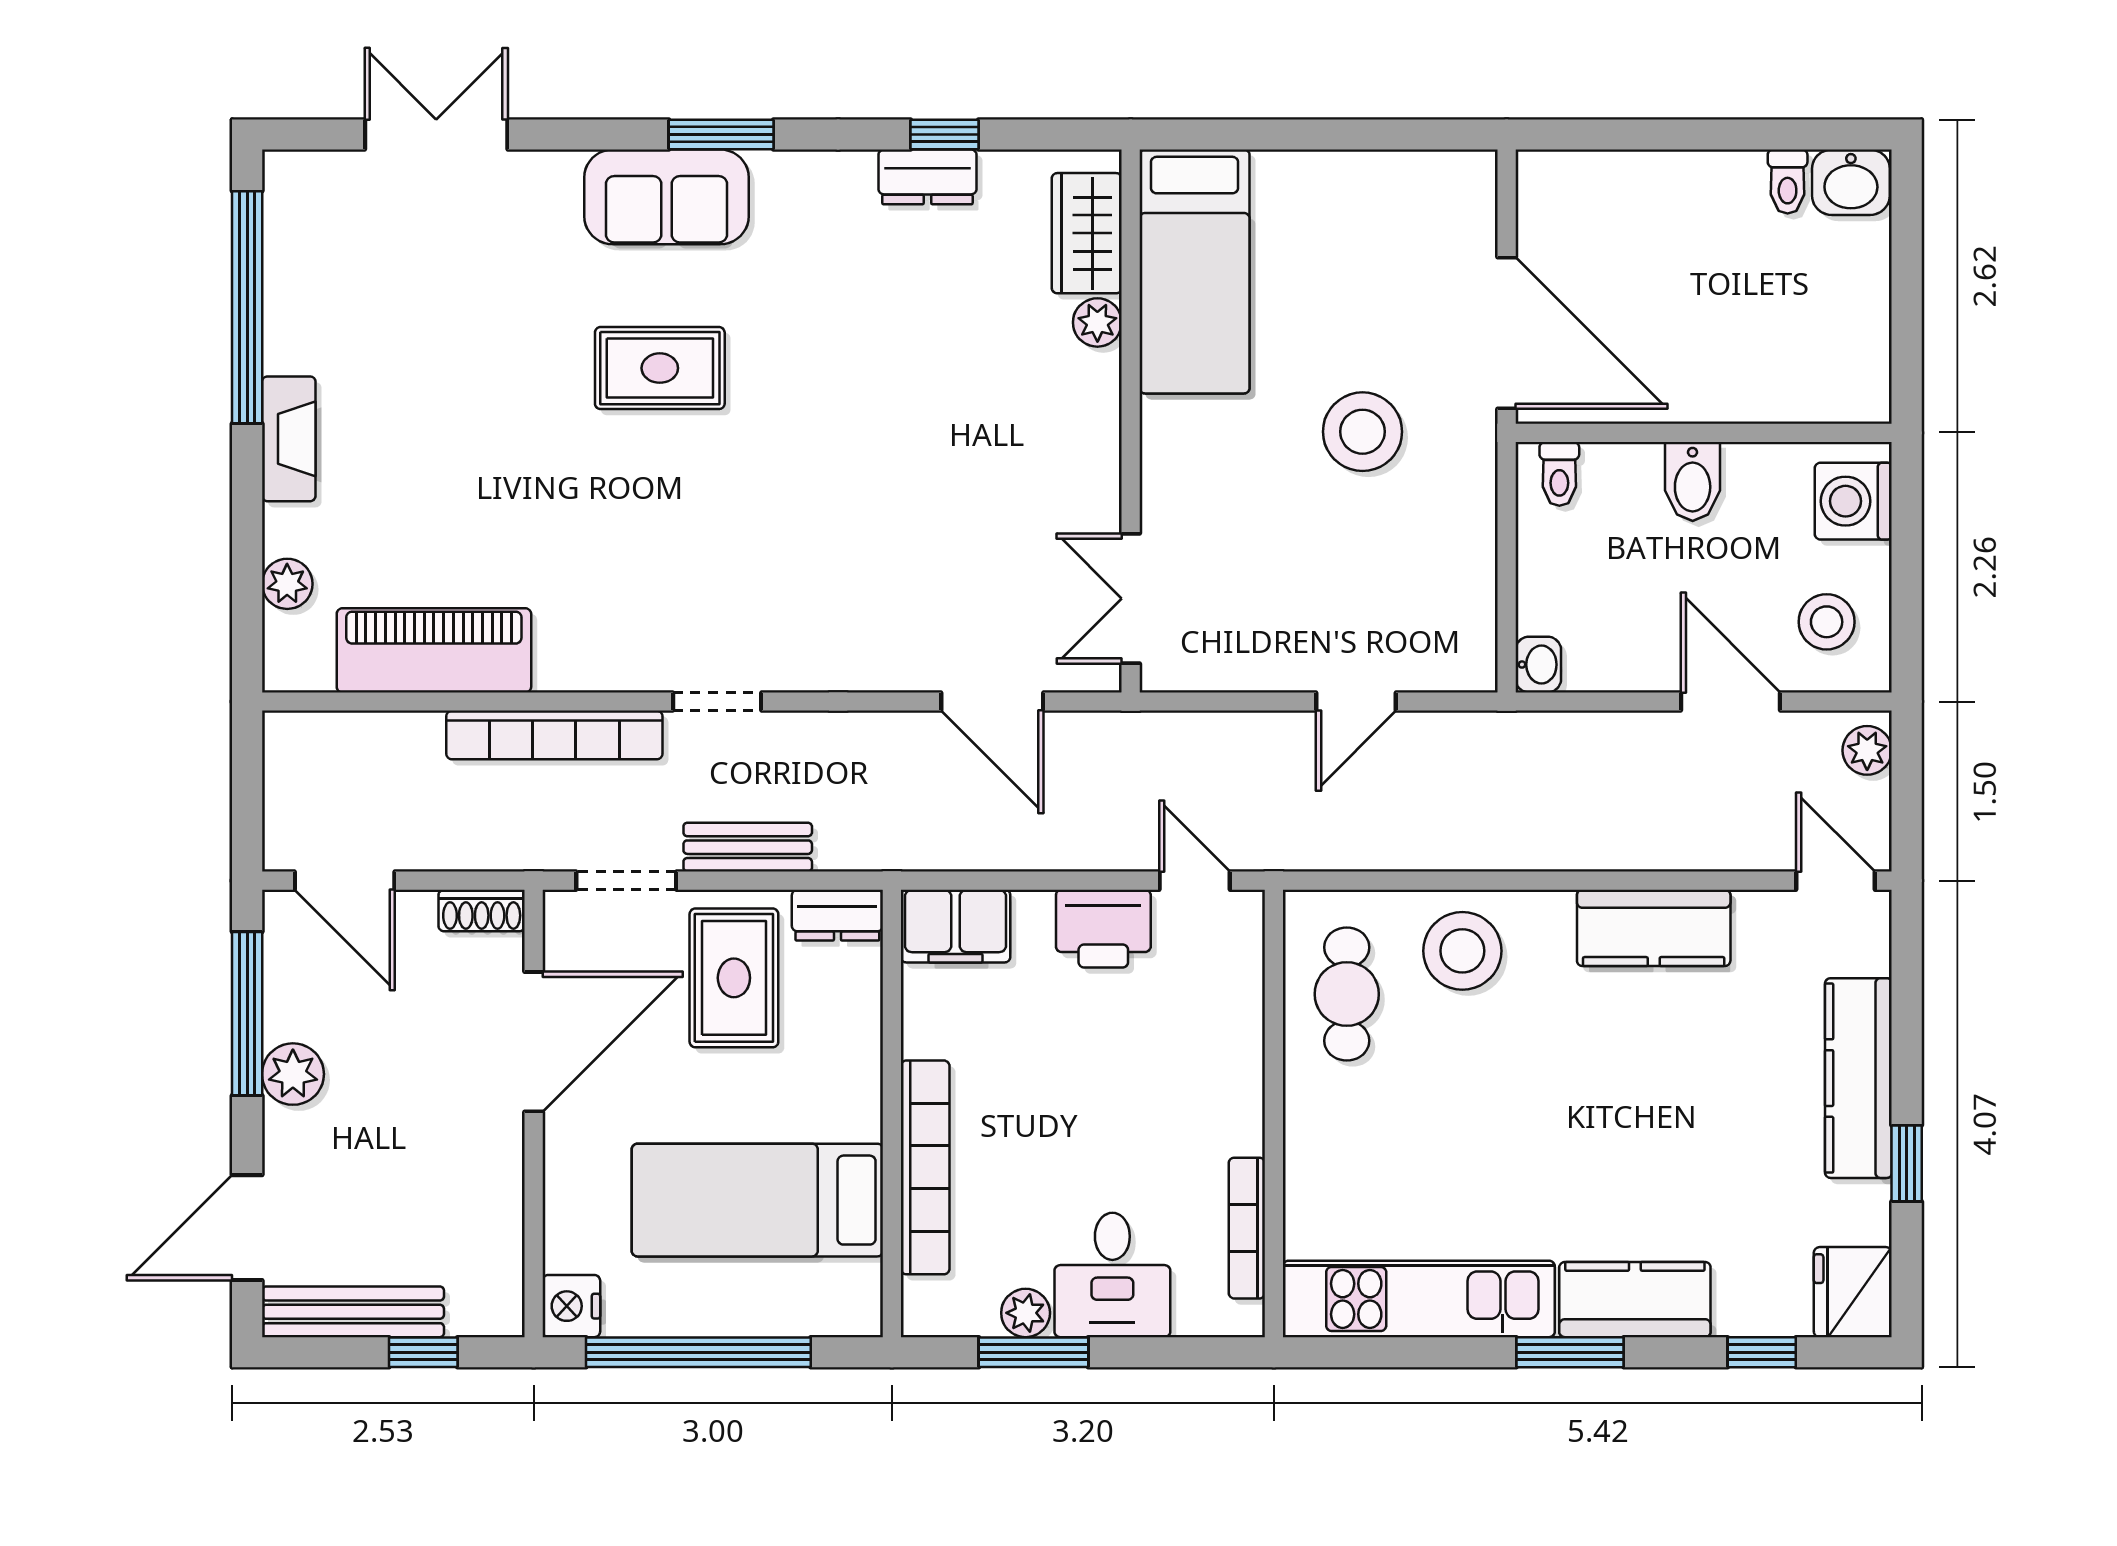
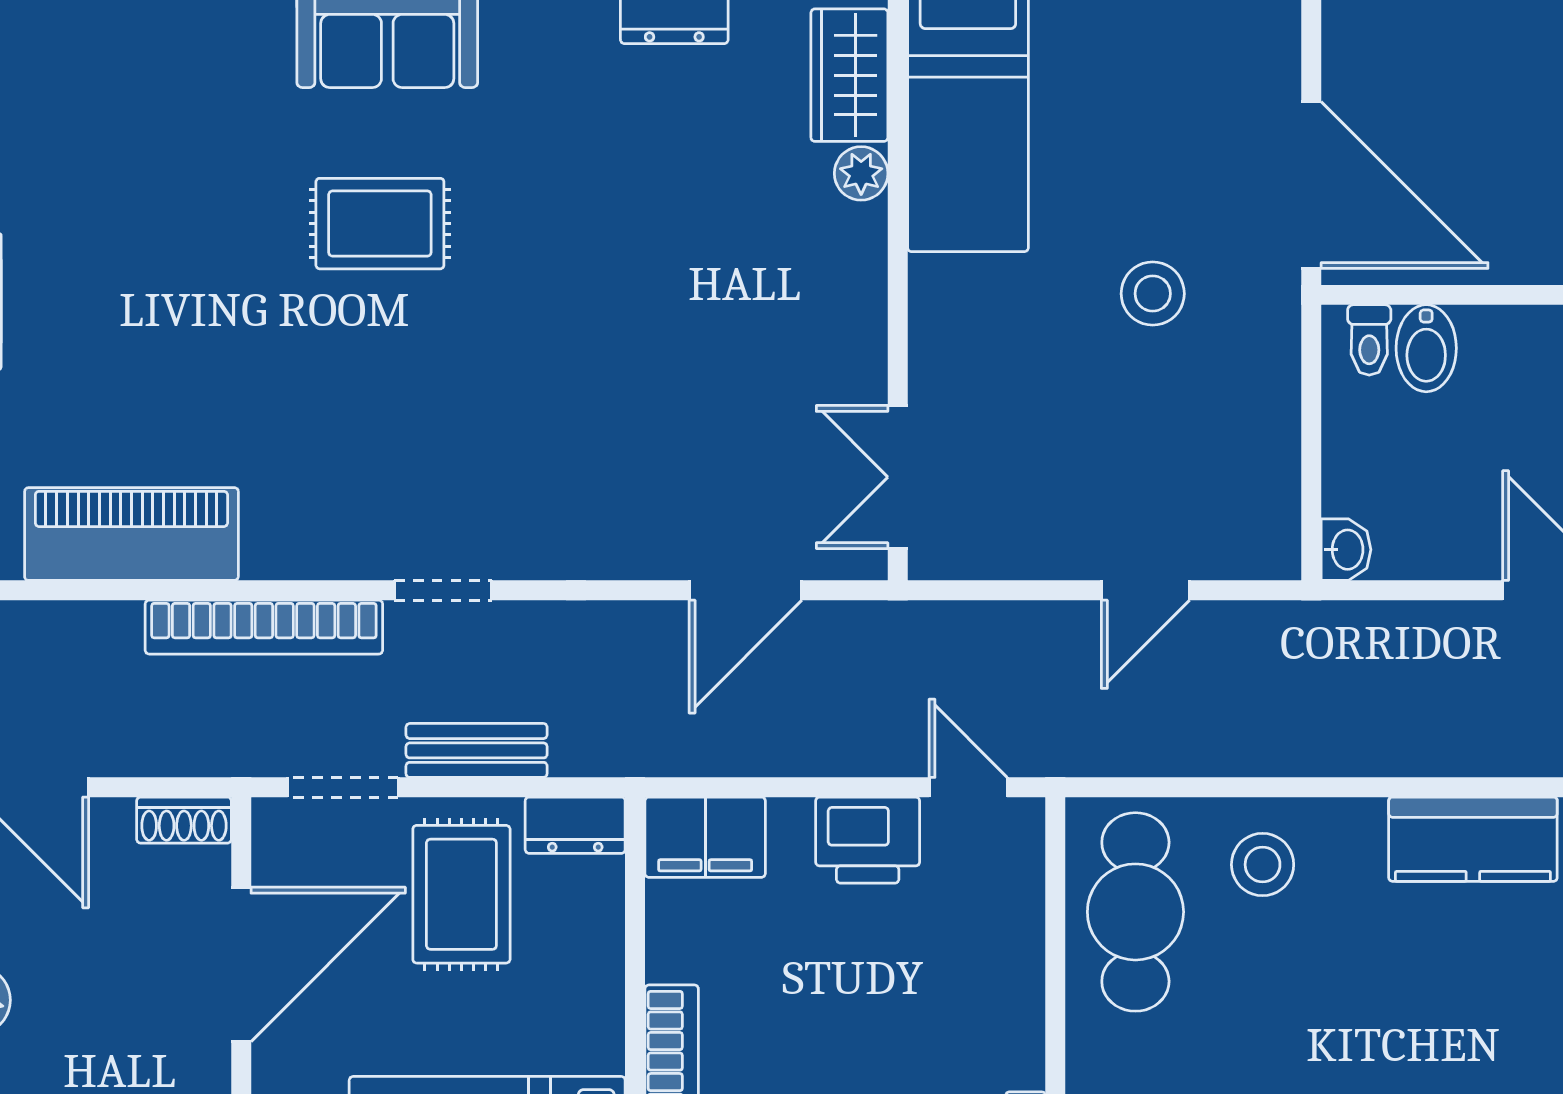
stool: (1362, 432) -> (1153, 294), width x0.73, depth x0.73
bidet: (1693, 481) -> (1426, 348), moved
door: (992, 702) -> (746, 590), hinge flipped
stool: (1462, 951) -> (1263, 865), width x0.73, depth x0.73
cafe table: (1347, 994) -> (1135, 912), width x1.37, depth x1.35

